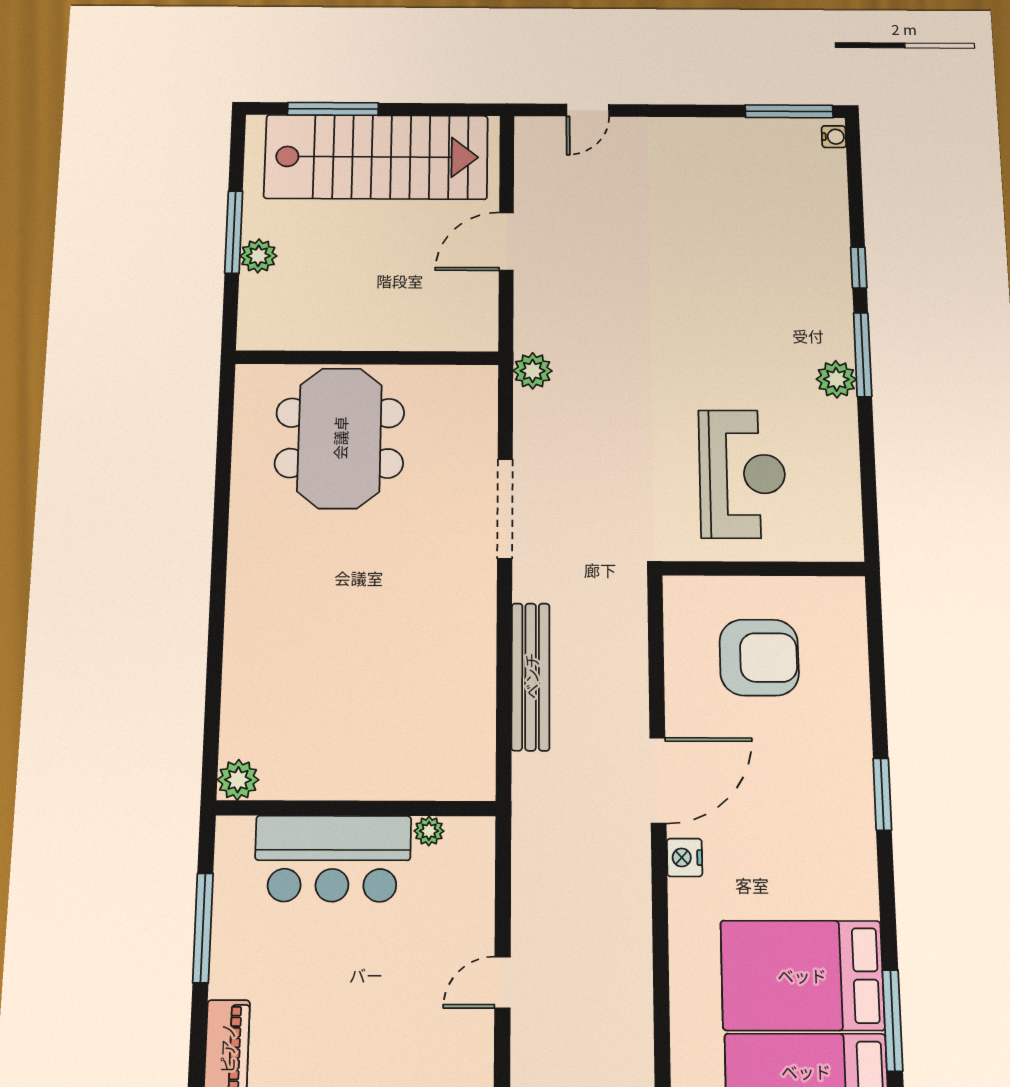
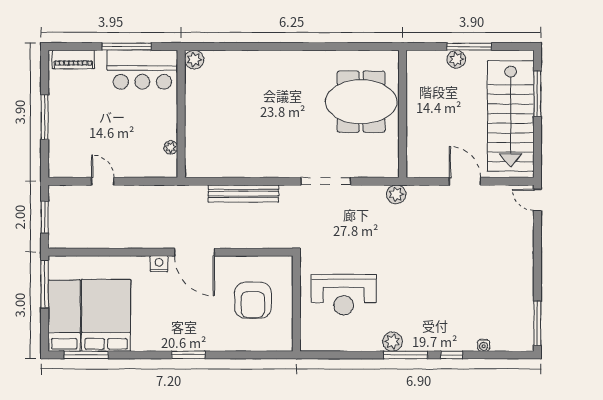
door: (588, 110) -> (537, 200), moved
water cooler: (834, 137) -> (484, 345), moved
bar counter: (333, 859) -> (142, 70), moved, turned -90

